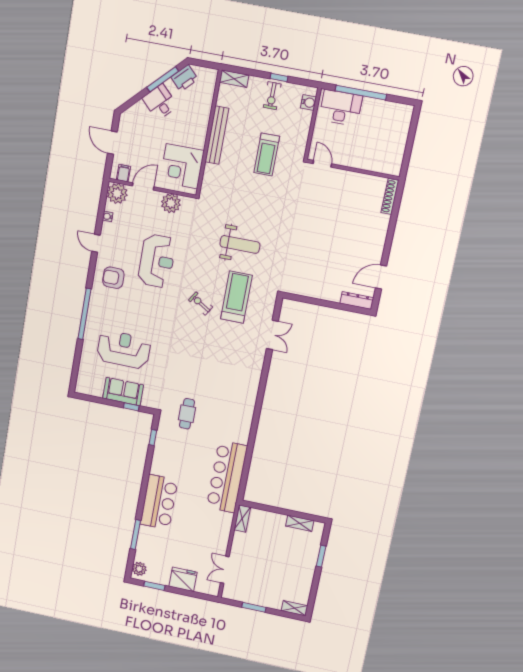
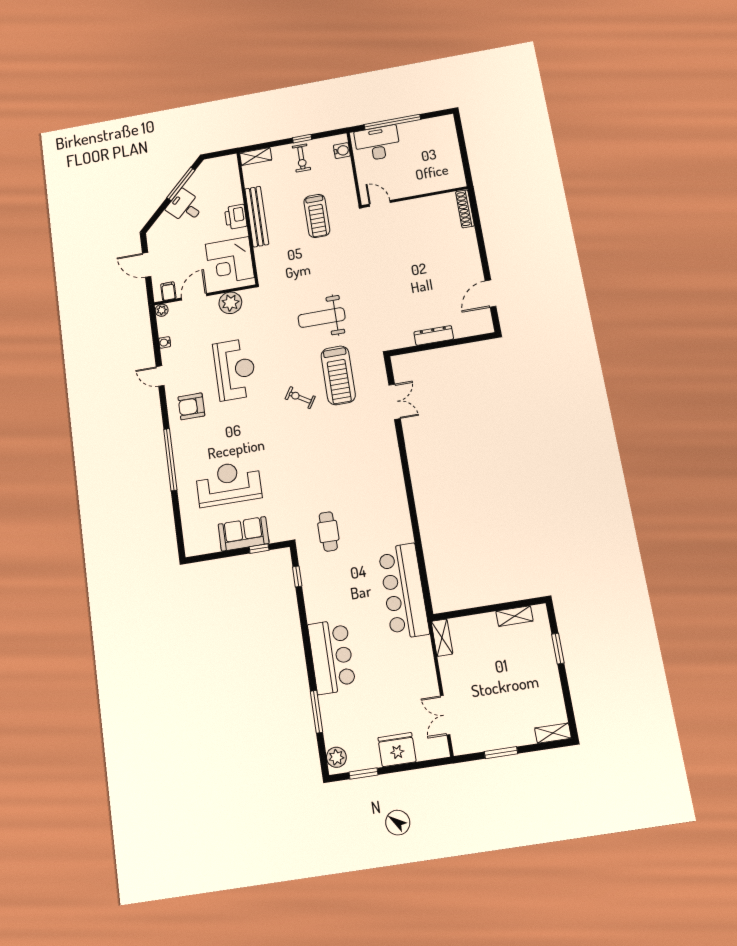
printer: (184, 78) -> (236, 217), moved, turned 135
plant: (117, 193) -> (162, 310), width x0.53, depth x0.53
weight bench: (240, 244) -> (322, 318), turned 180
treadmill: (236, 297) -> (338, 375), turned 180
dresser: (357, 301) -> (434, 335), moved

